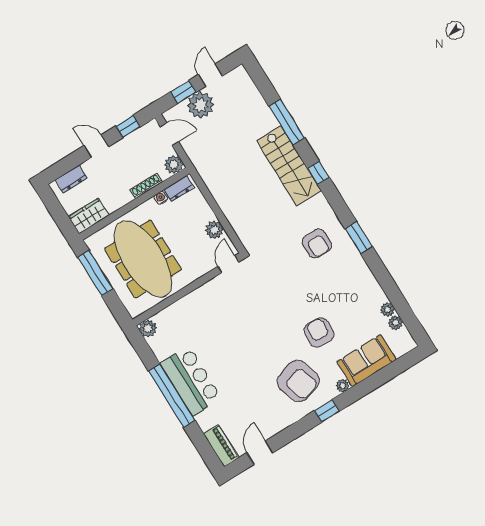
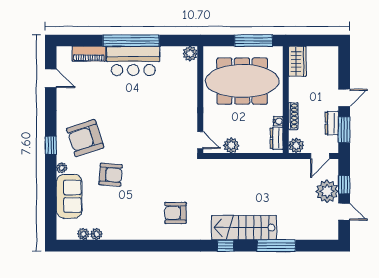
window: (128, 126) -> (344, 130), width x1.50
dresser: (71, 179) -> (332, 123), moved
window: (359, 238) -> (161, 246), removed
piano: (221, 446) -> (89, 54), moved

